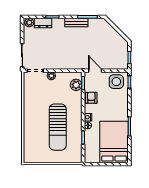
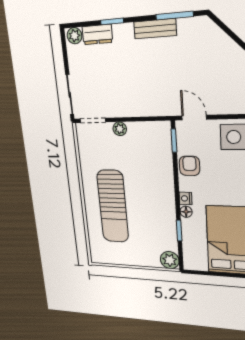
plant: (76, 85) -> (170, 260), moved
sun lounger: (58, 127) -> (113, 206), moved

